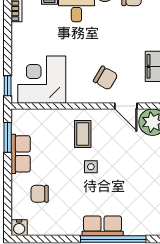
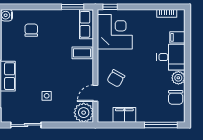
coffee table: (83, 134) -> (82, 53), moved
row of seats: (21, 154) -> (87, 24), moved, turned 90
side table: (91, 167) -> (47, 96), moved

